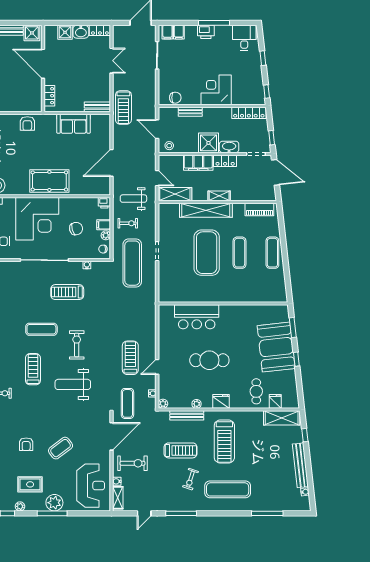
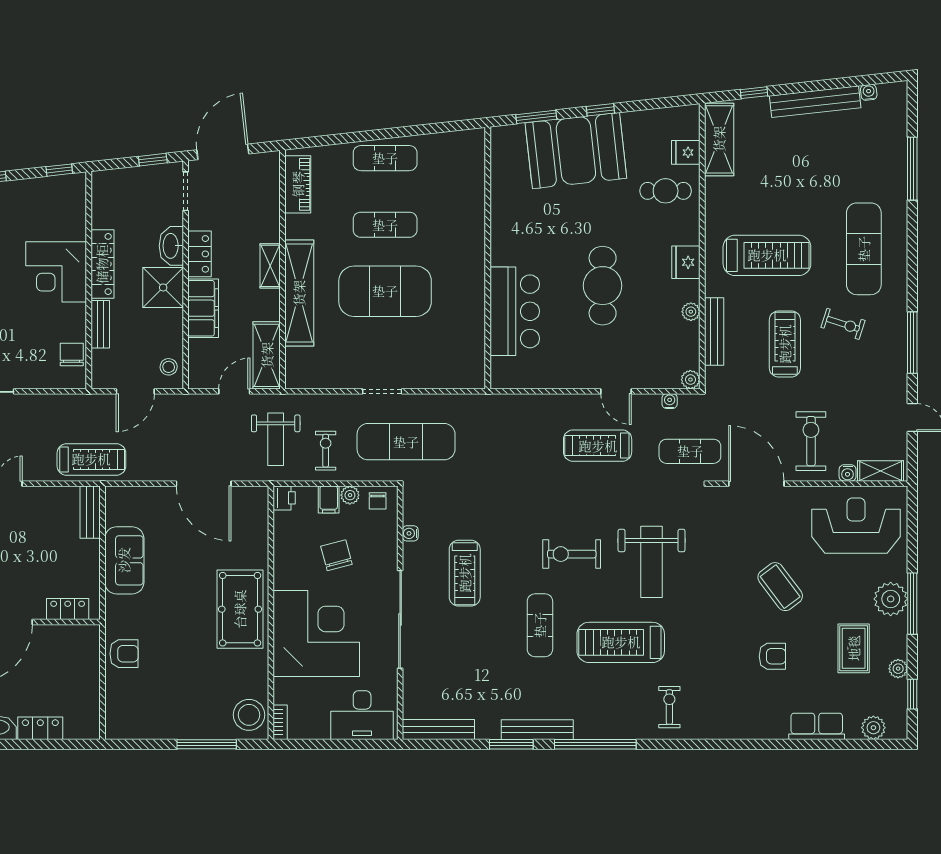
locker: (249, 113) -> (102, 264), moved
treadmill: (33, 369) -> (621, 642), width x1.37, depth x1.38

